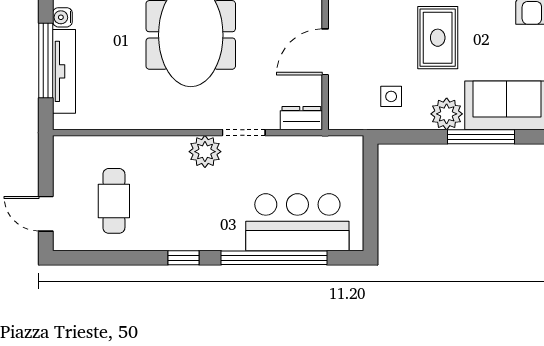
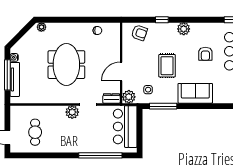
plant: (447, 114) -> (129, 97), moved
window: (481, 137) -> (163, 106), moved
bar counter: (297, 222) -> (125, 127), moved, turned -90
window: (184, 258) -> (63, 155), removed

